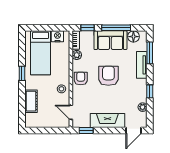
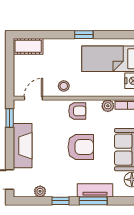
window: (150, 53) -> (93, 201), moved
cot: (31, 101) -> (28, 46), moved

